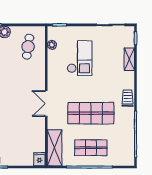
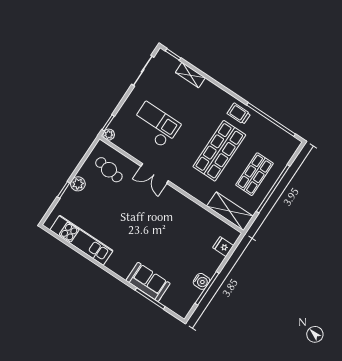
plant: (52, 45) -> (109, 135), moved
trolley: (128, 98) -> (239, 114), moved
double door: (46, 104) -> (155, 173), moved
fridge: (39, 159) -> (223, 247), moved

